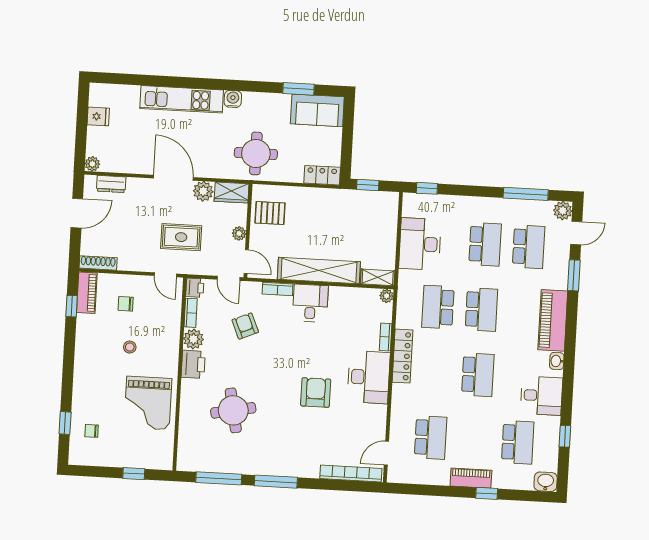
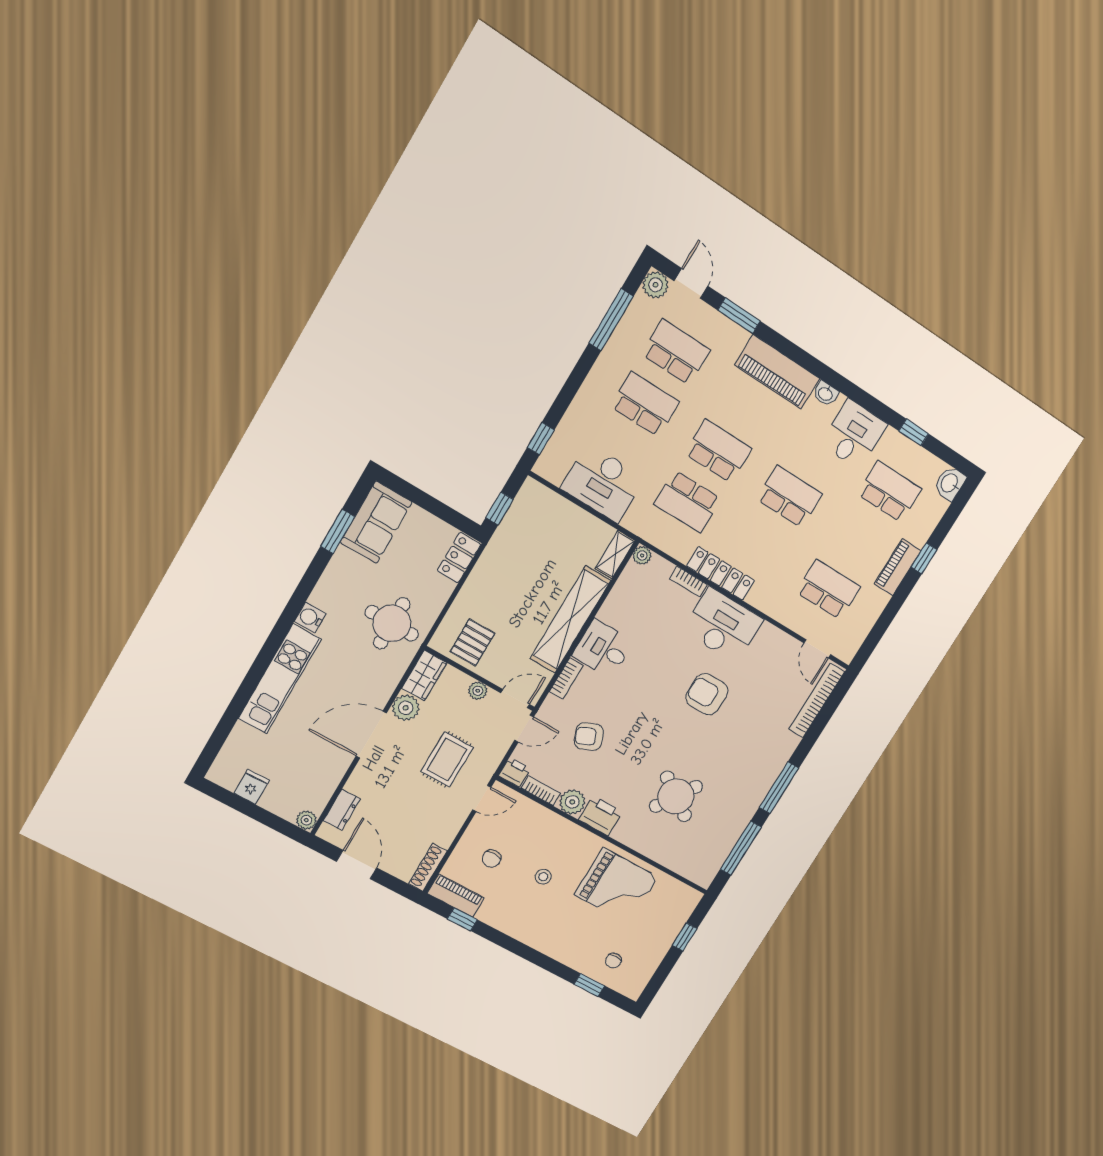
round table: (233, 410) -> (676, 796), turned 45

